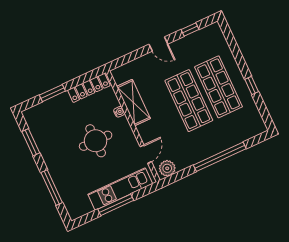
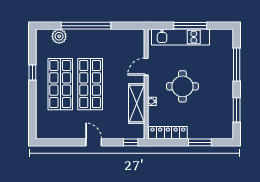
window: (190, 29) -> (131, 142), moved
door: (146, 154) -> (146, 67), moved
plant: (167, 168) -> (59, 36), moved

